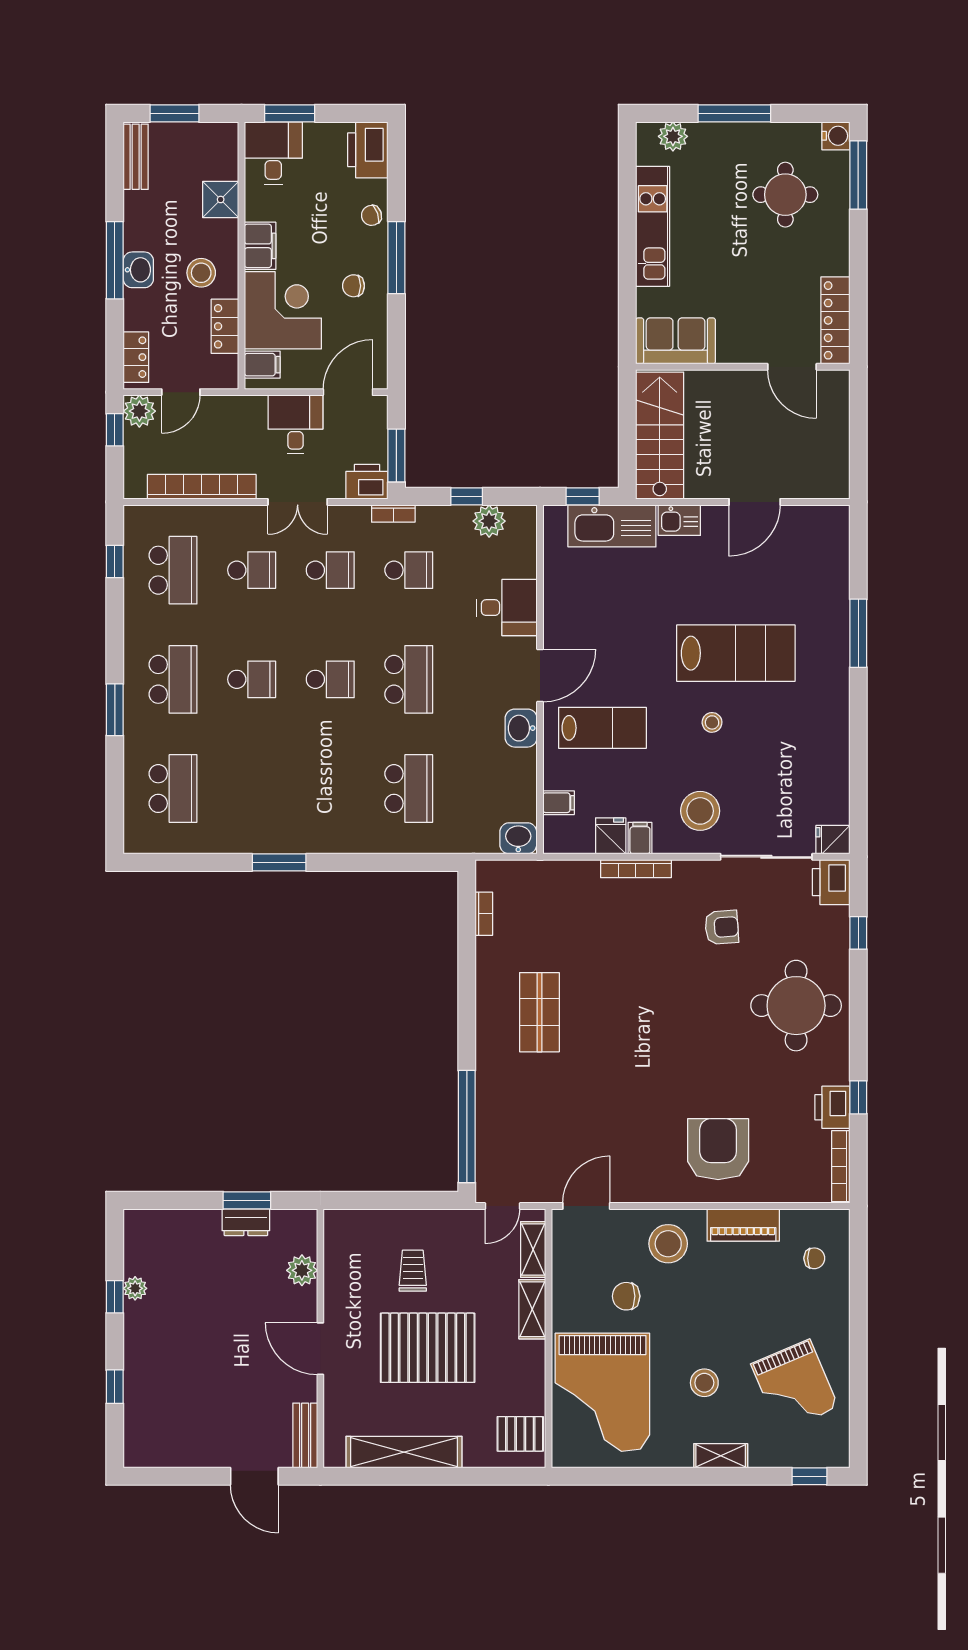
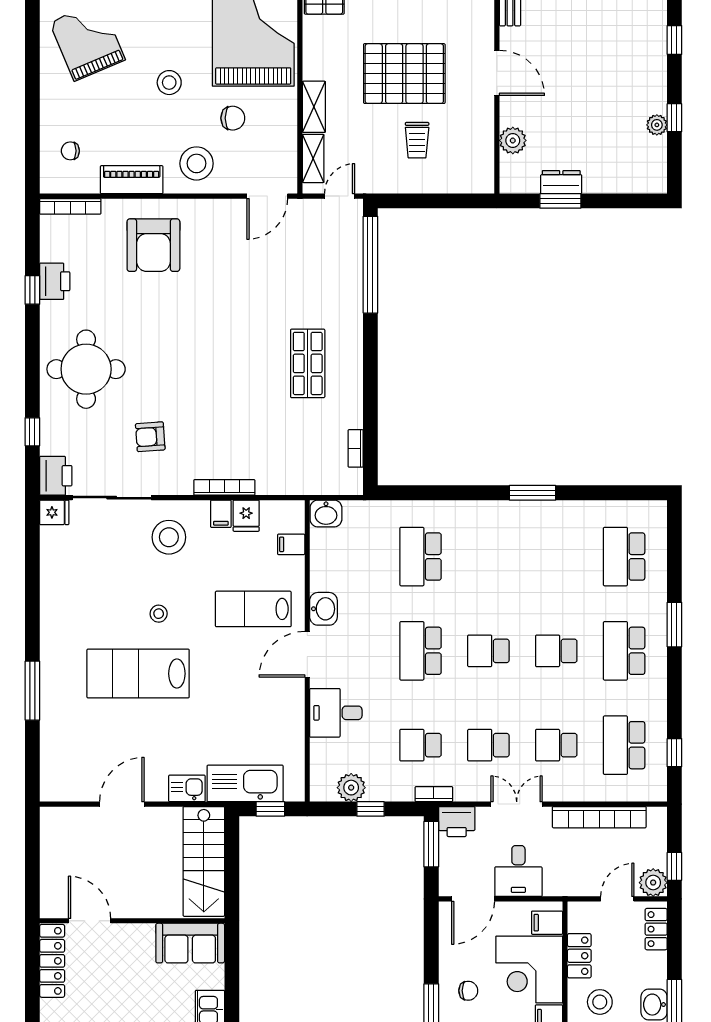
bookcase: (841, 1166) -> (70, 206), moved, turned 90
stool: (704, 1383) -> (169, 83), moved

